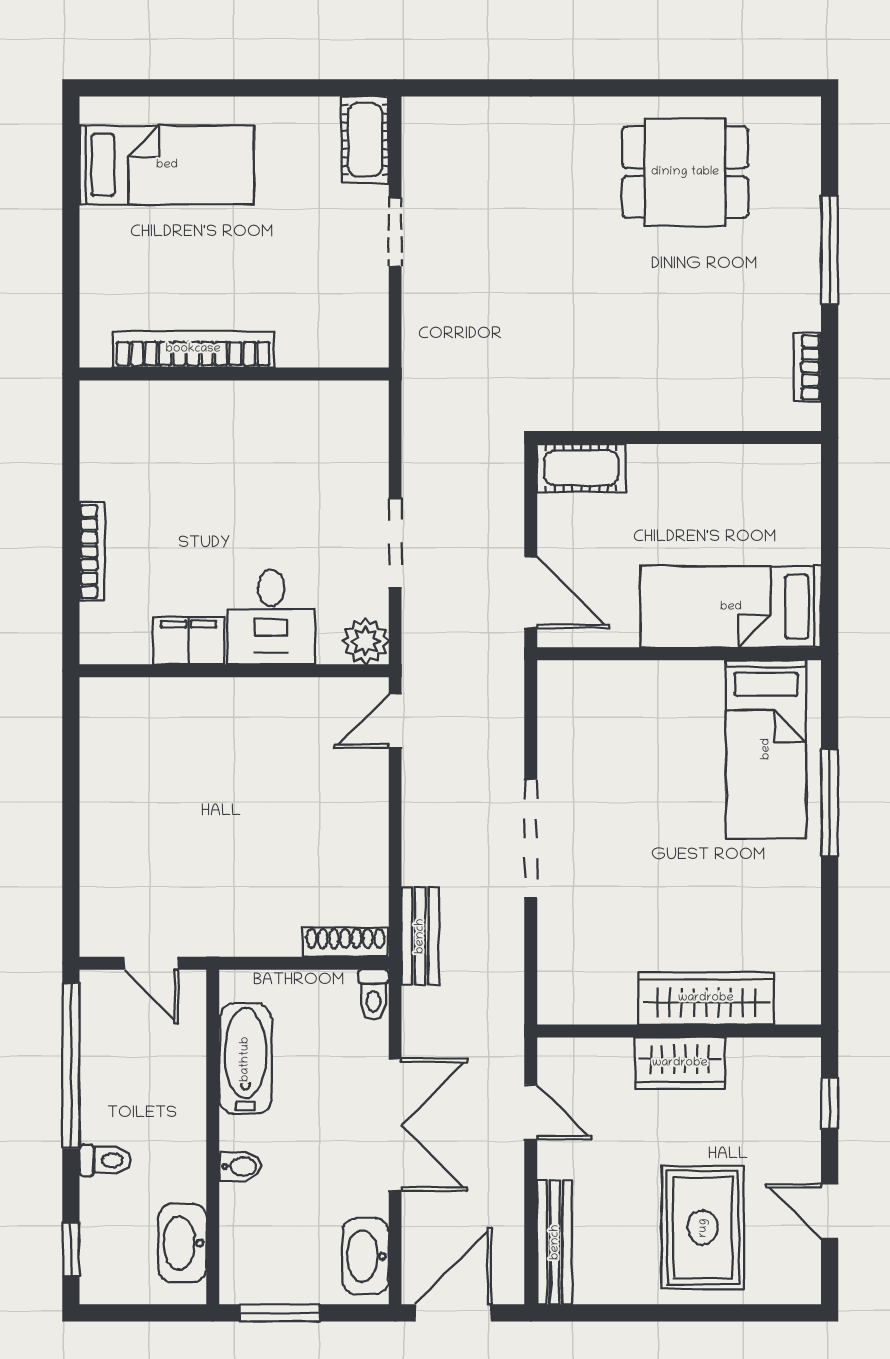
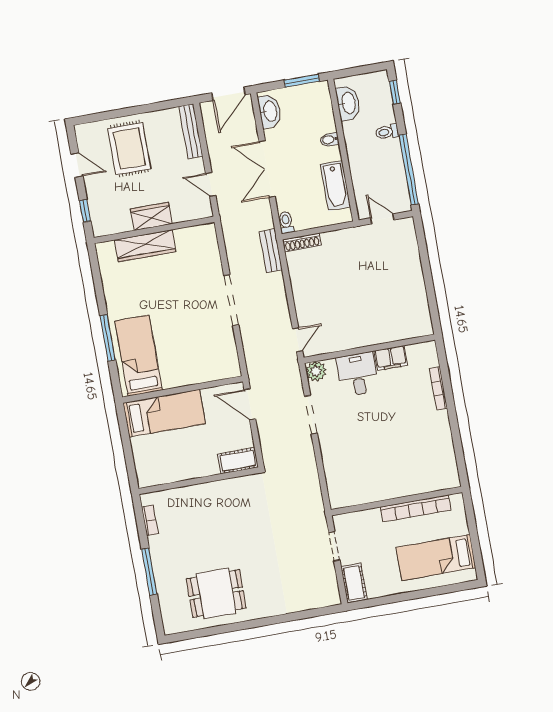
bookcase: (193, 349) -> (416, 508), moved
wall: (234, 374) -> (396, 501), moved

